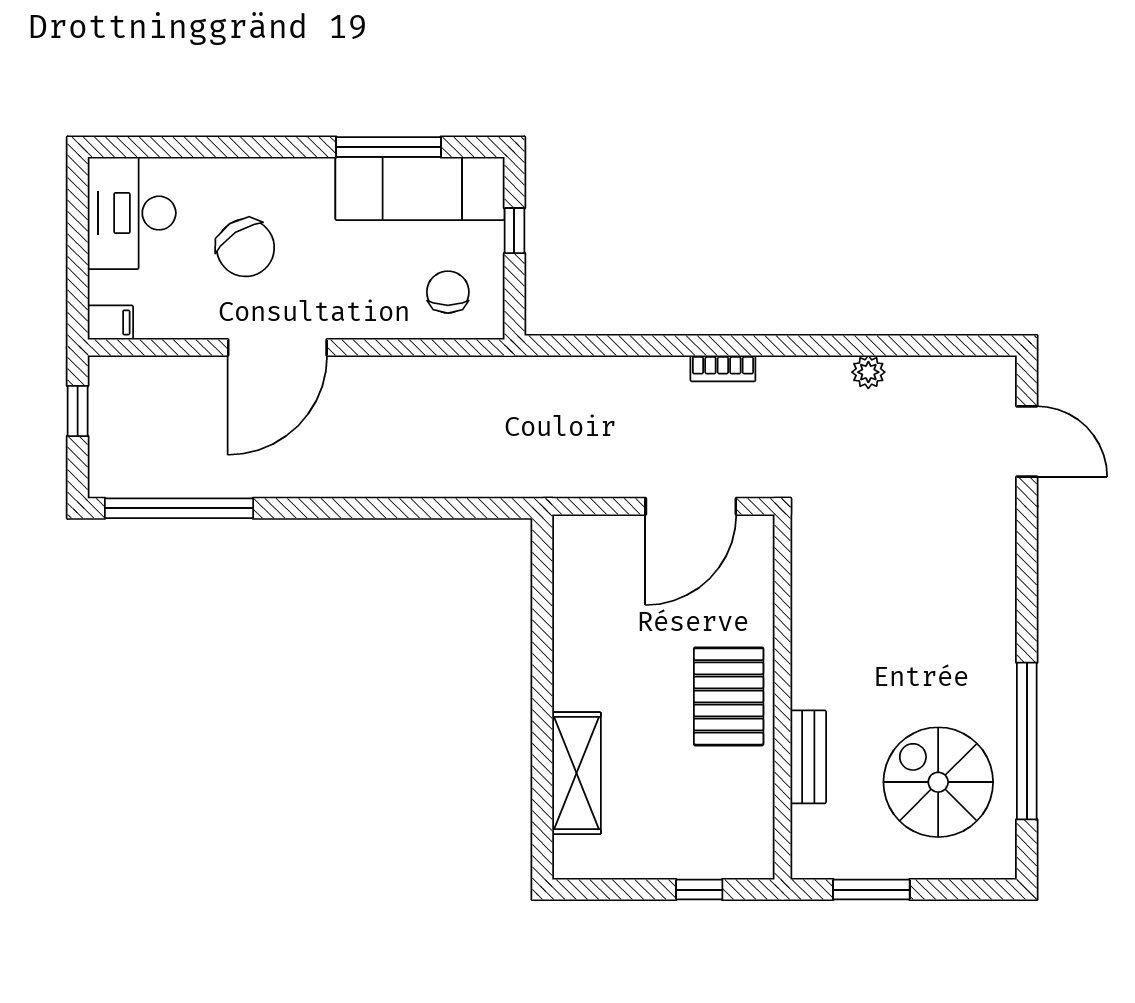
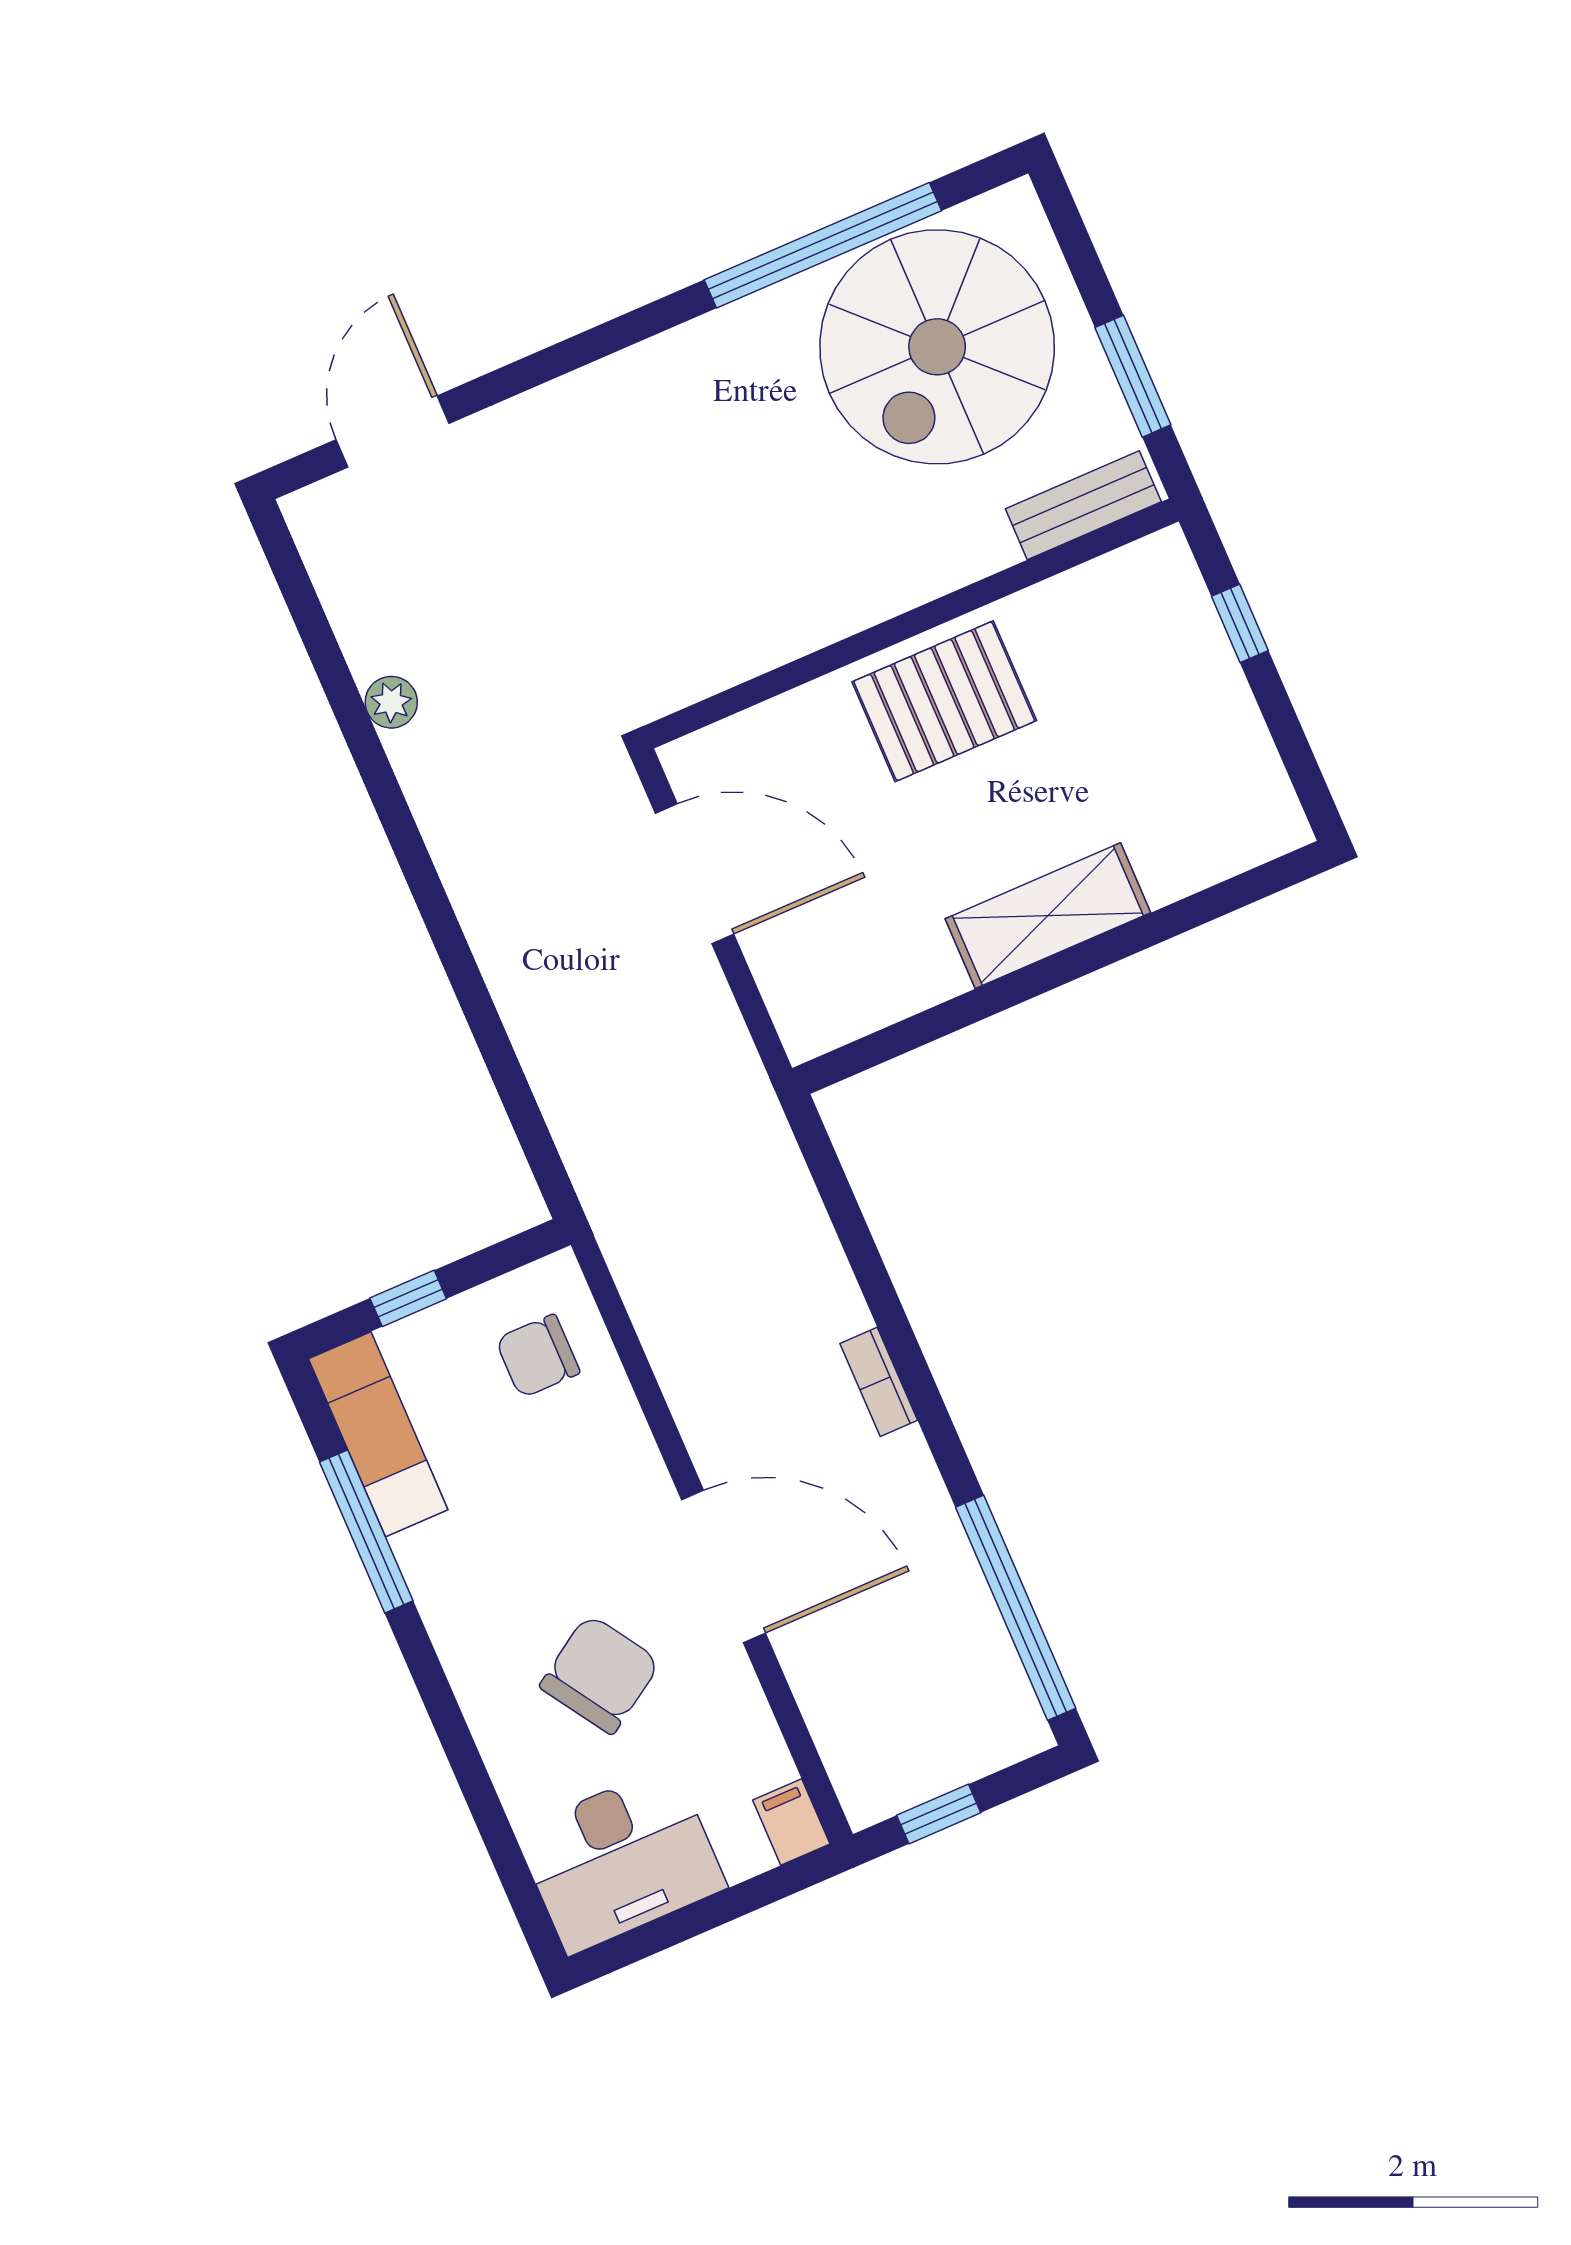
exam couch: (420, 189) -> (378, 1434), width x0.73, depth x0.69
bookcase: (723, 368) -> (879, 1382), moved, turned 180
bench: (808, 757) -> (1083, 505), moved
shelving: (577, 773) -> (1048, 916), moved
spiral stairs: (938, 782) -> (937, 347), width x1.37, depth x1.37

